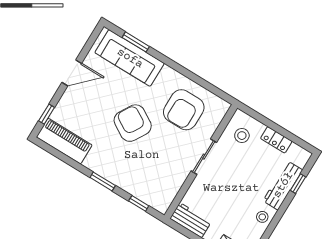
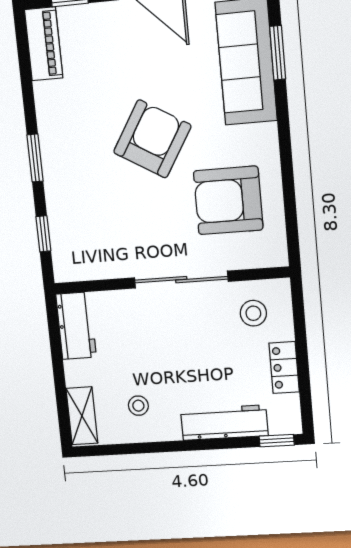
piano: (64, 141) -> (44, 44), width x0.73, depth x0.75
sliding door: (204, 157) -> (181, 280), width x1.37
window: (298, 184) -> (277, 441), moved
stool: (262, 217) -> (138, 406), moved

